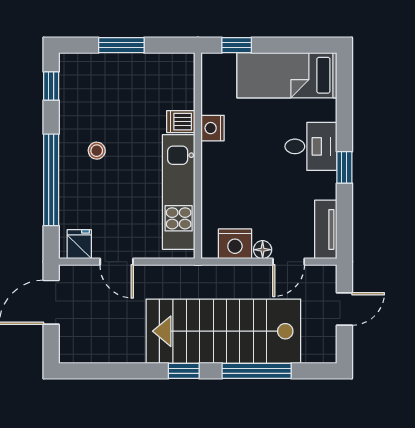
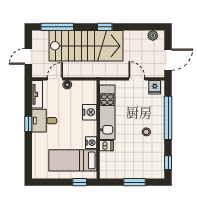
bed: (287, 75) -> (73, 160), moved, turned 180
desk: (311, 146) -> (44, 121), moved
nightstand: (235, 244) -> (90, 112), moved, turned 90
plant: (83, 353) -> (153, 35), added
window: (257, 371) -> (57, 27), moved

